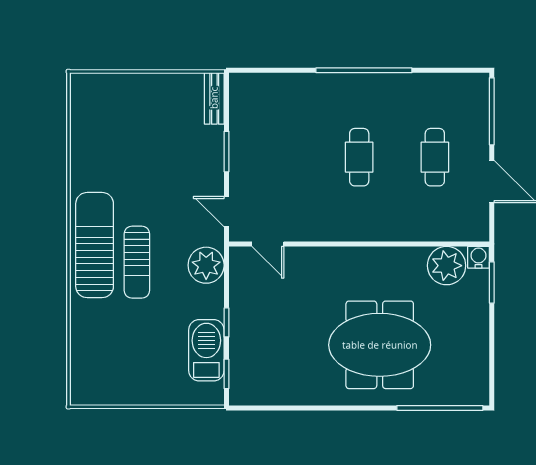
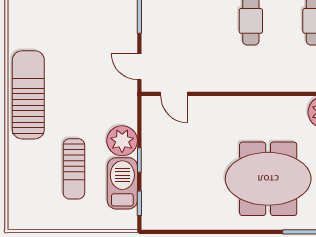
sun lounger: (137, 262) -> (74, 169), moved
plant: (206, 265) -> (122, 141), moved

